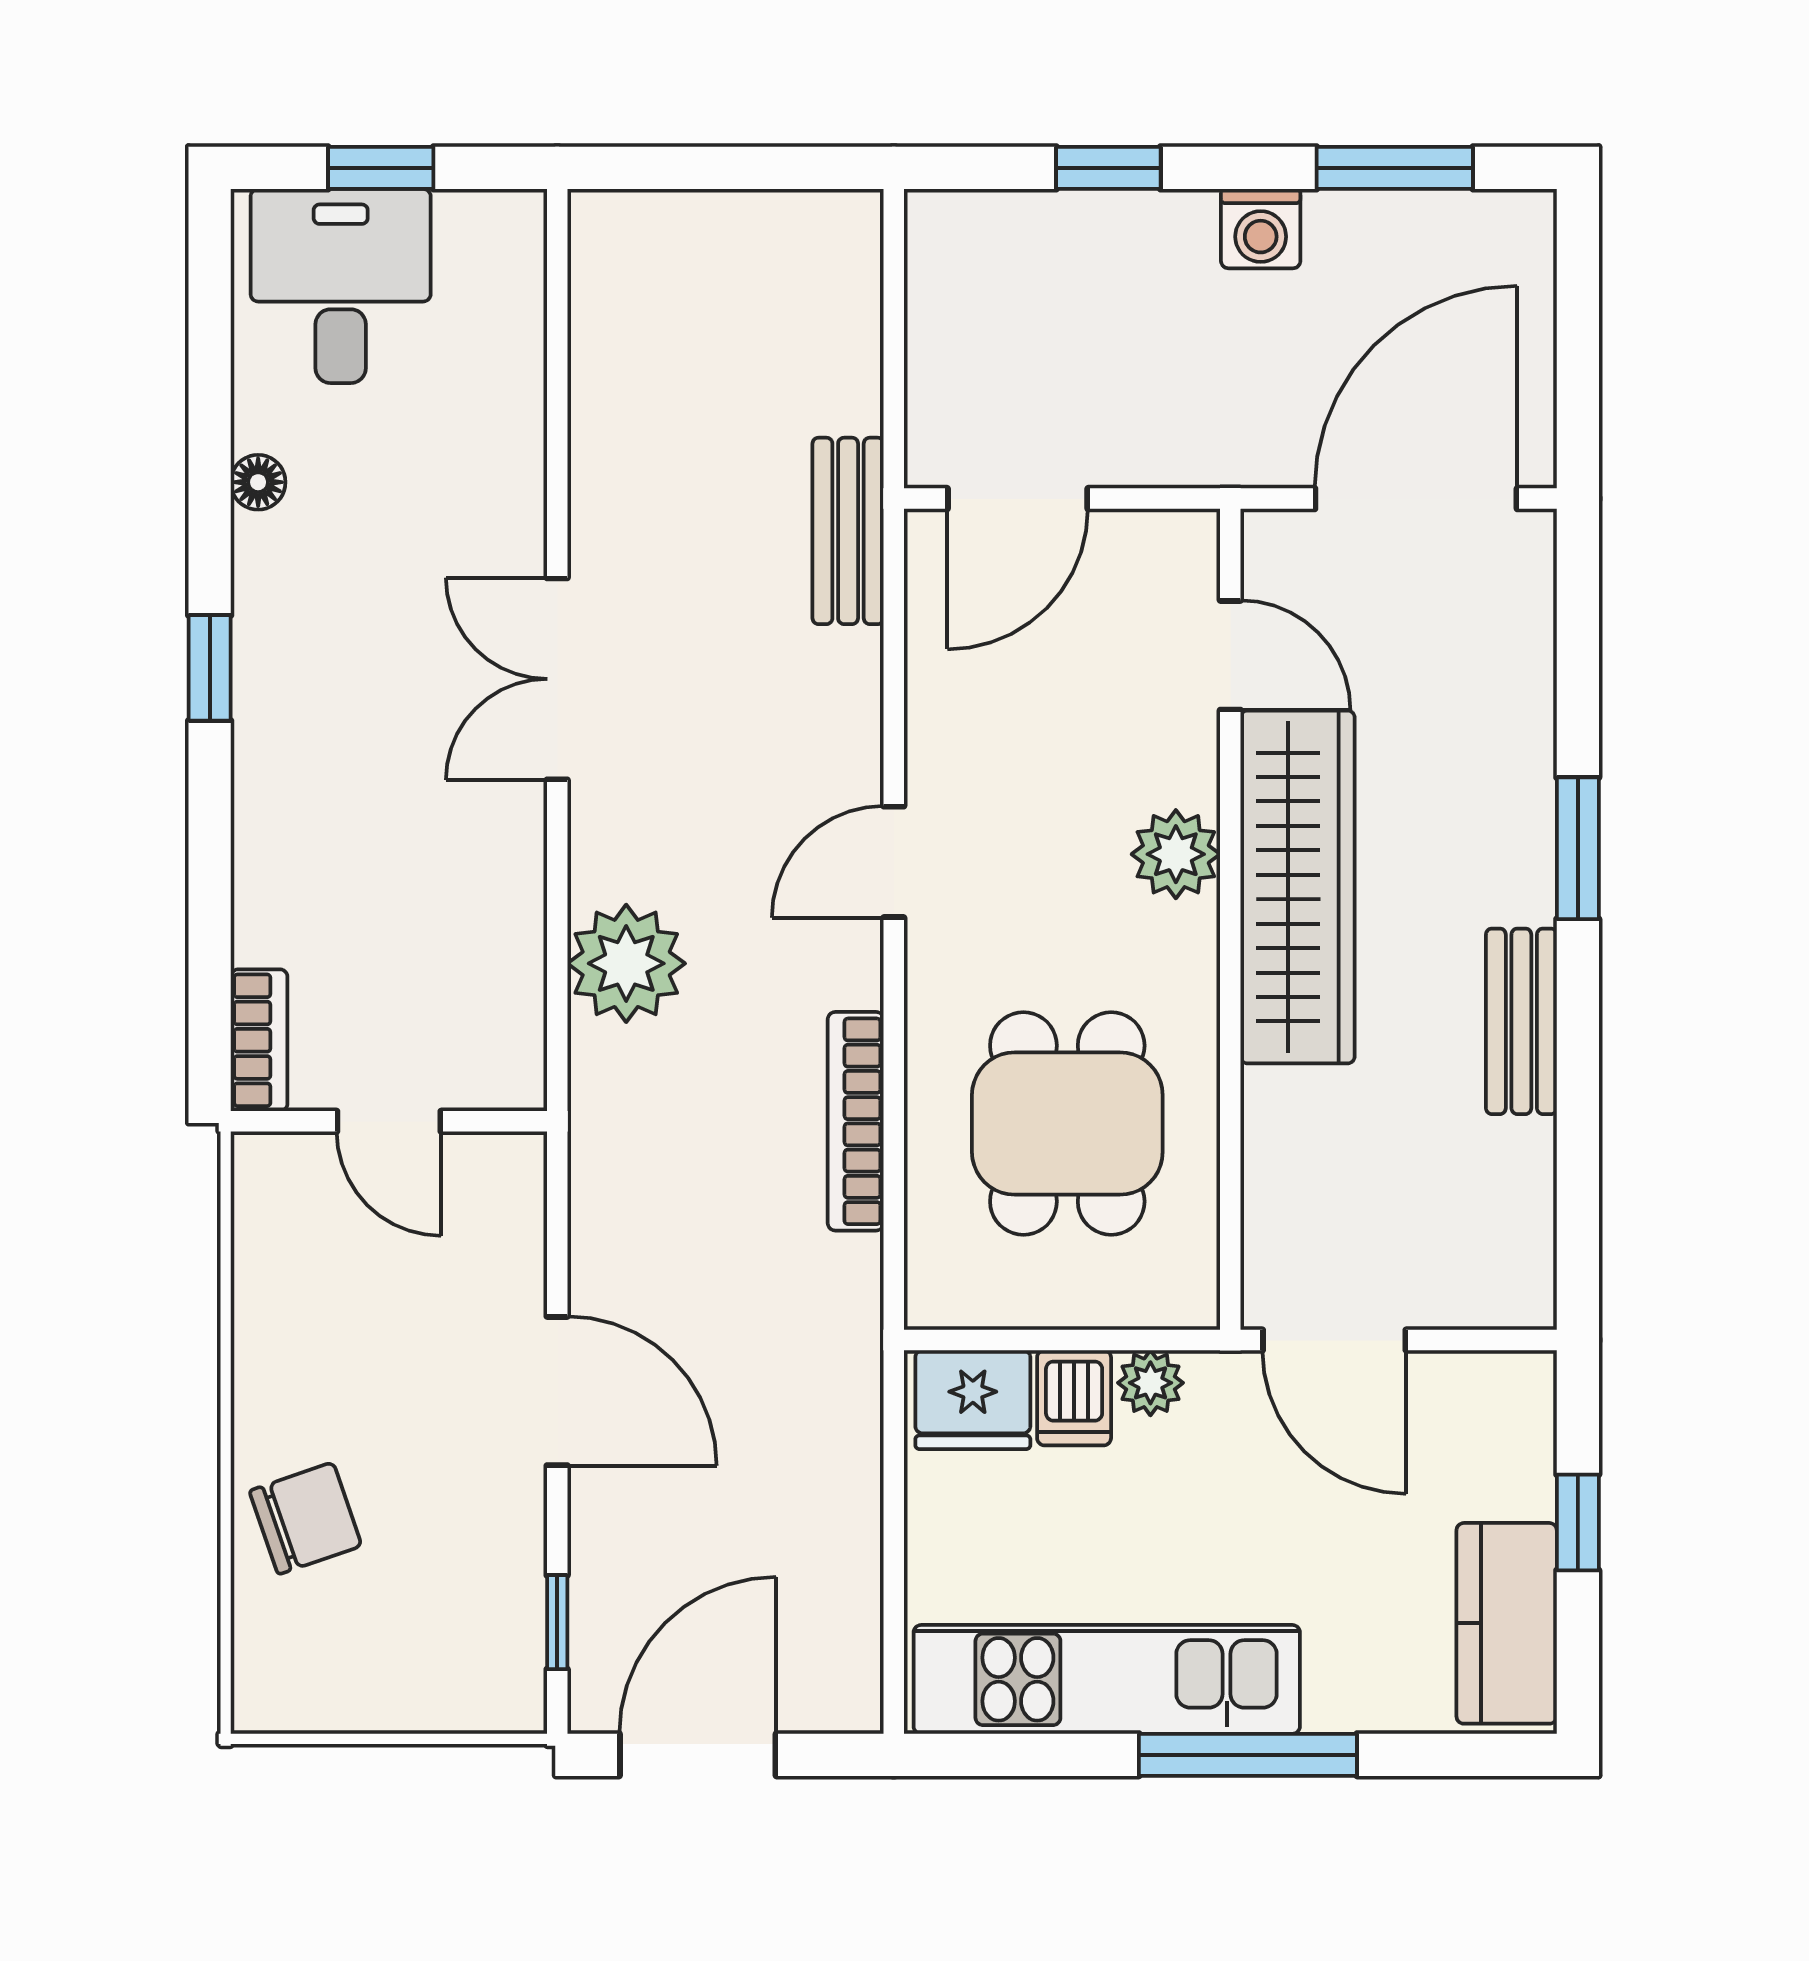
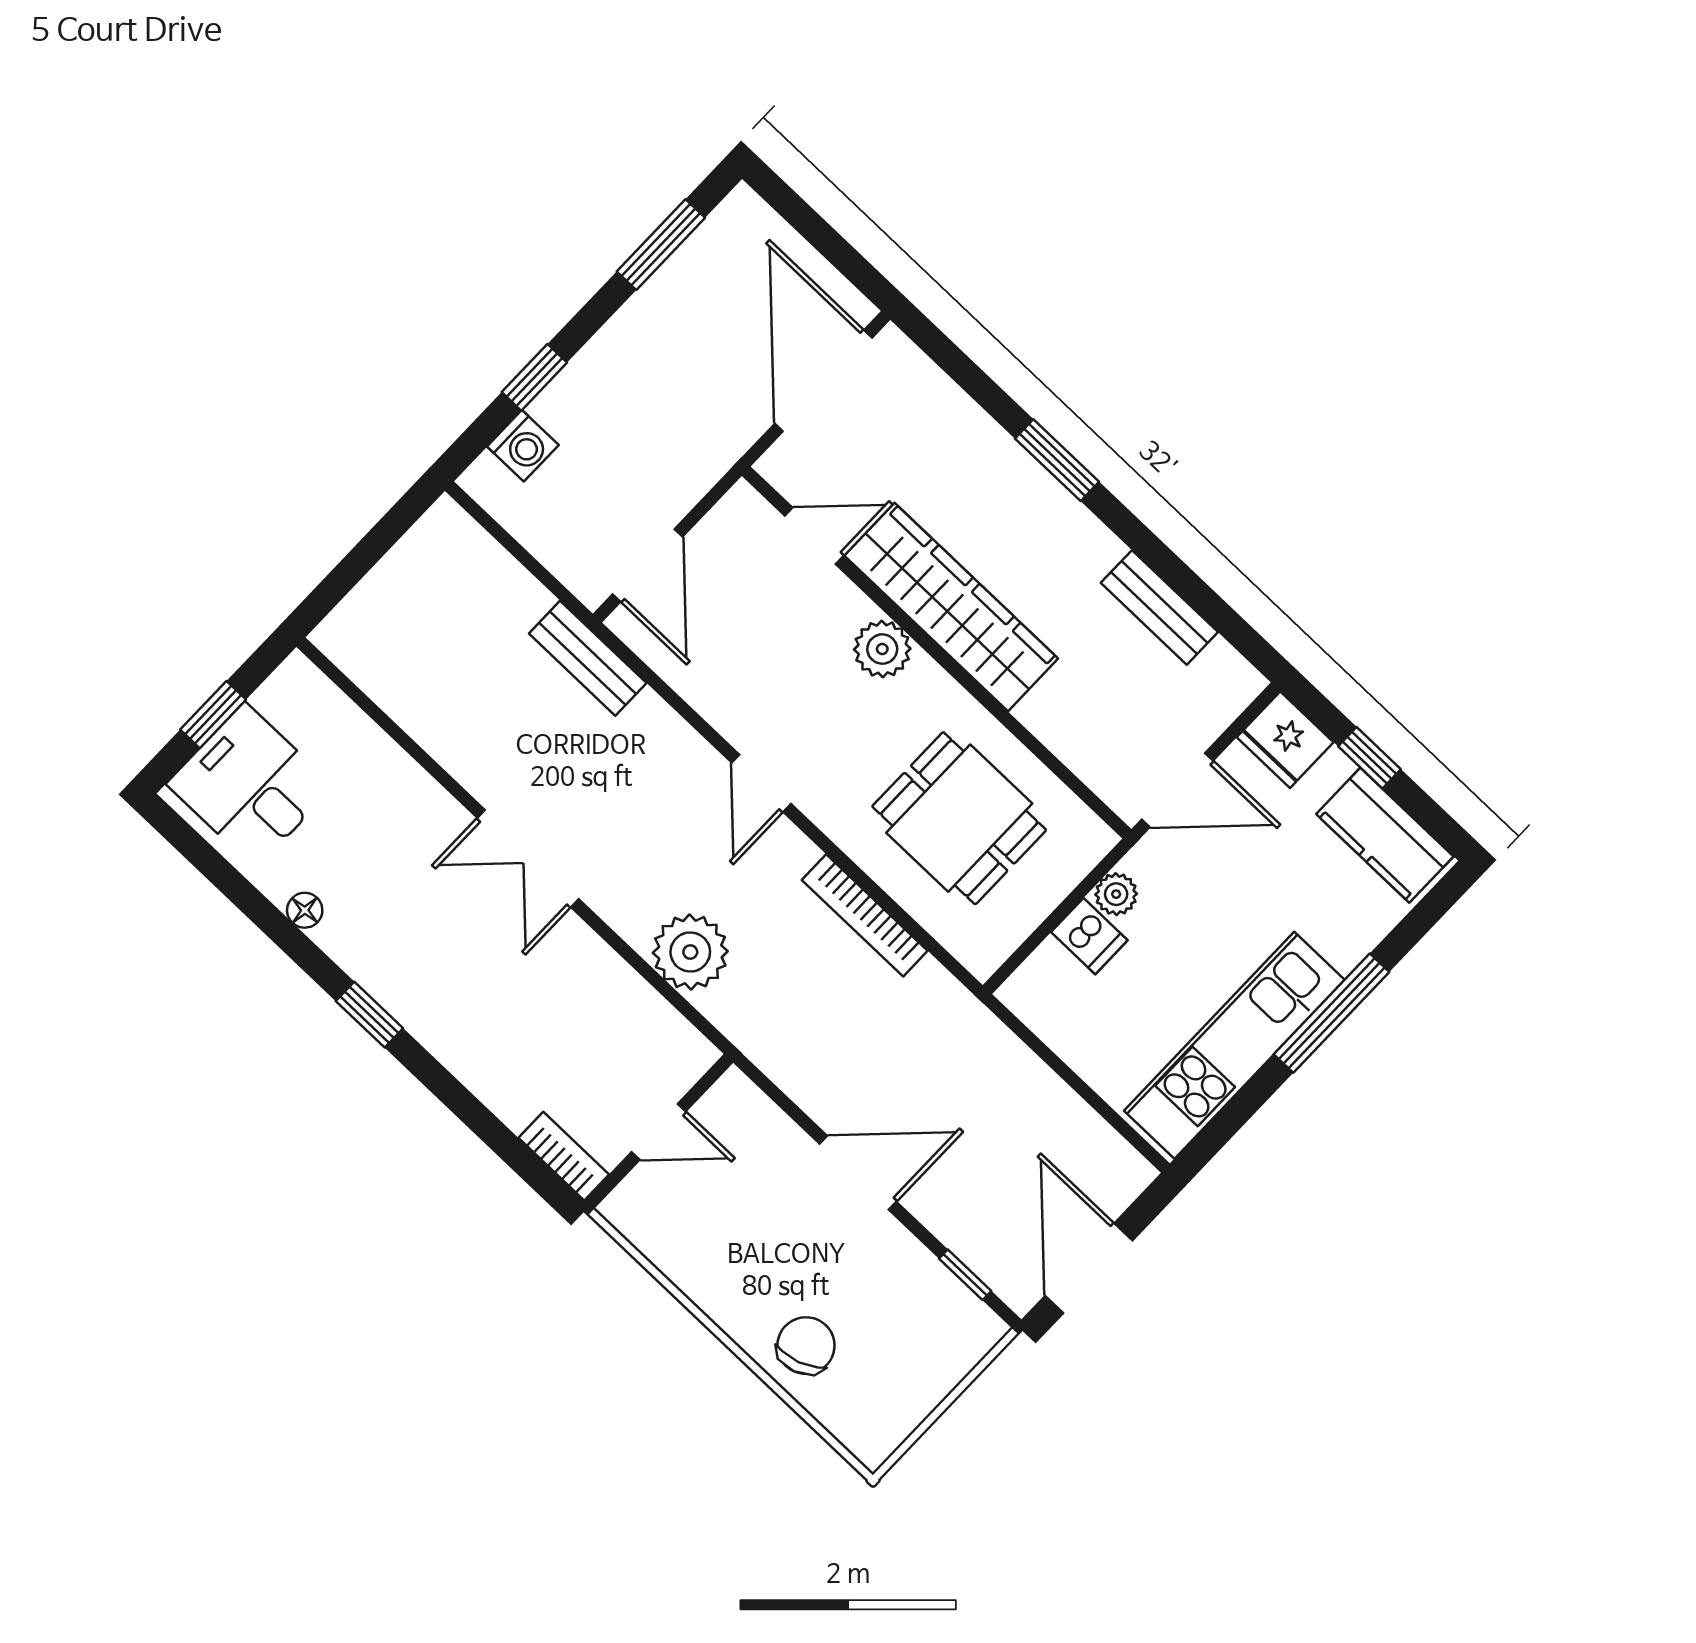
washing machine: (1261, 229) -> (523, 446), moved
bench: (1521, 1021) -> (1159, 607), moved
fridge: (973, 1400) -> (1285, 740), moved, turned 90

